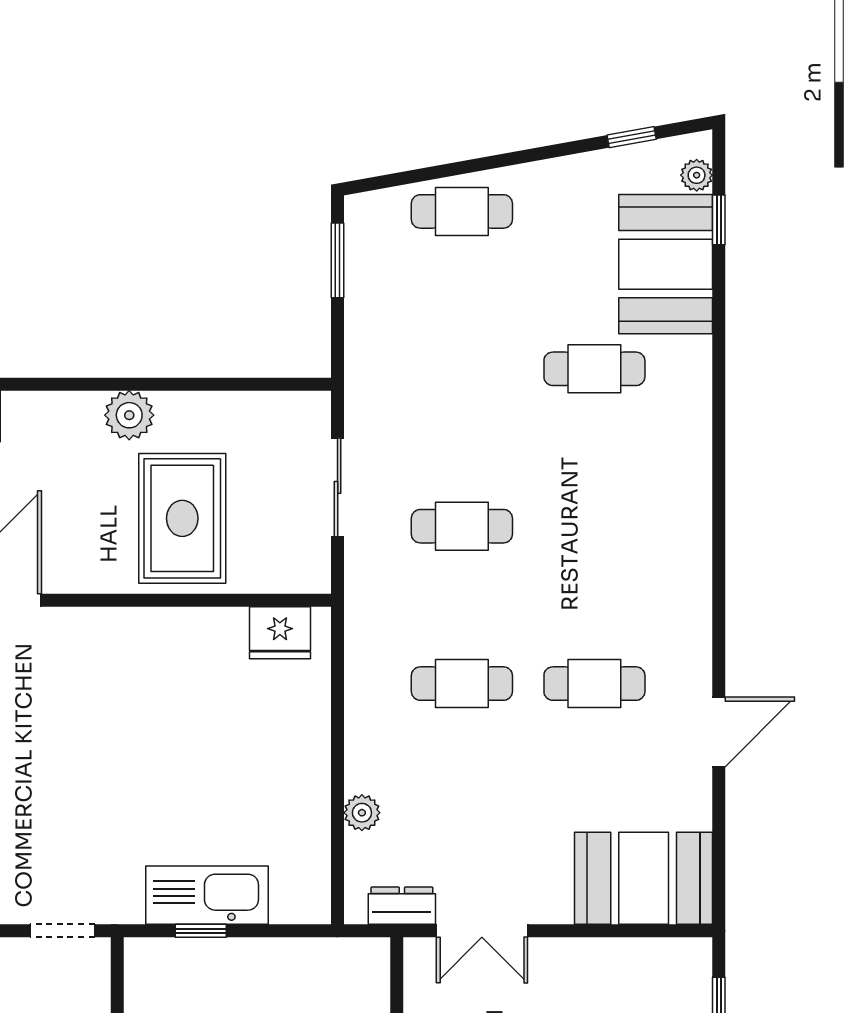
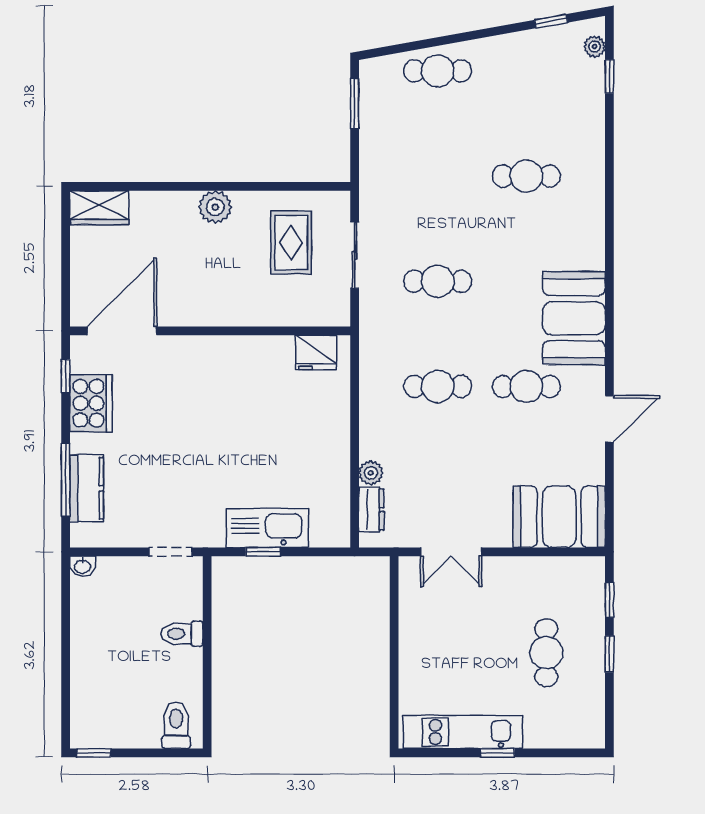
booth: (666, 264) -> (574, 318), moved
rug: (182, 518) -> (291, 243), moved, width x0.73, depth x0.70
dresser: (402, 906) -> (371, 509), moved, turned 90

